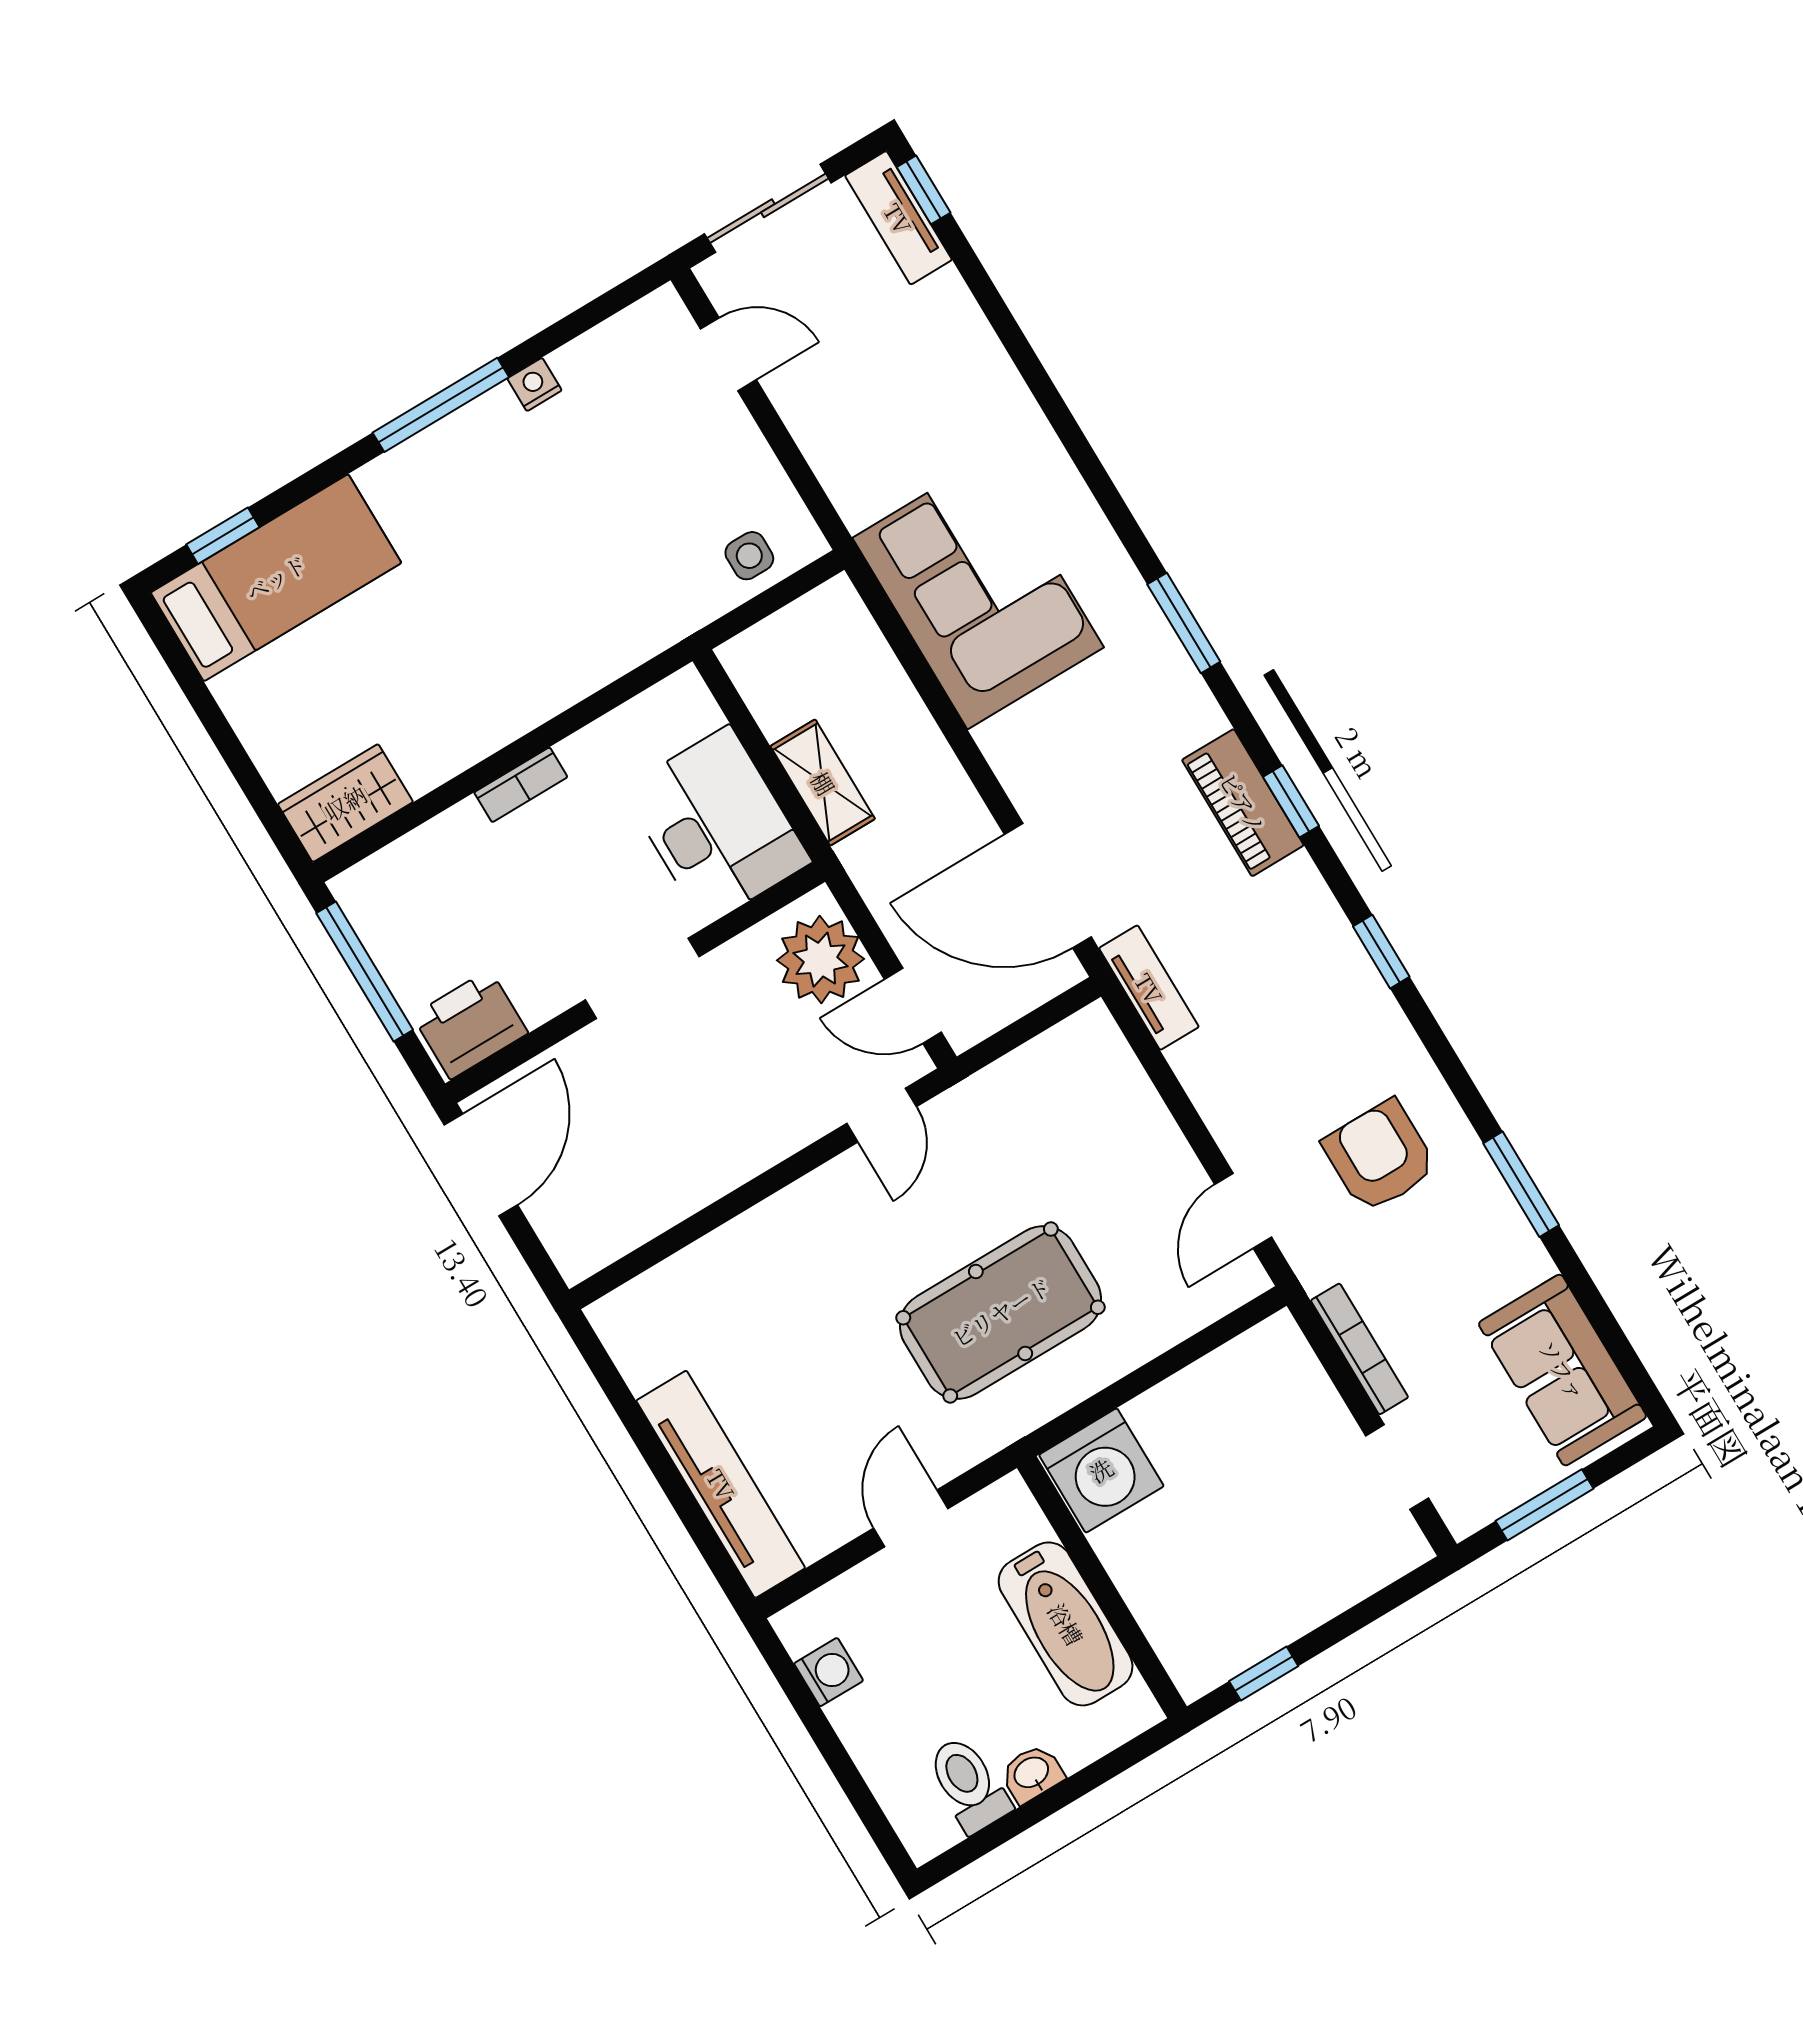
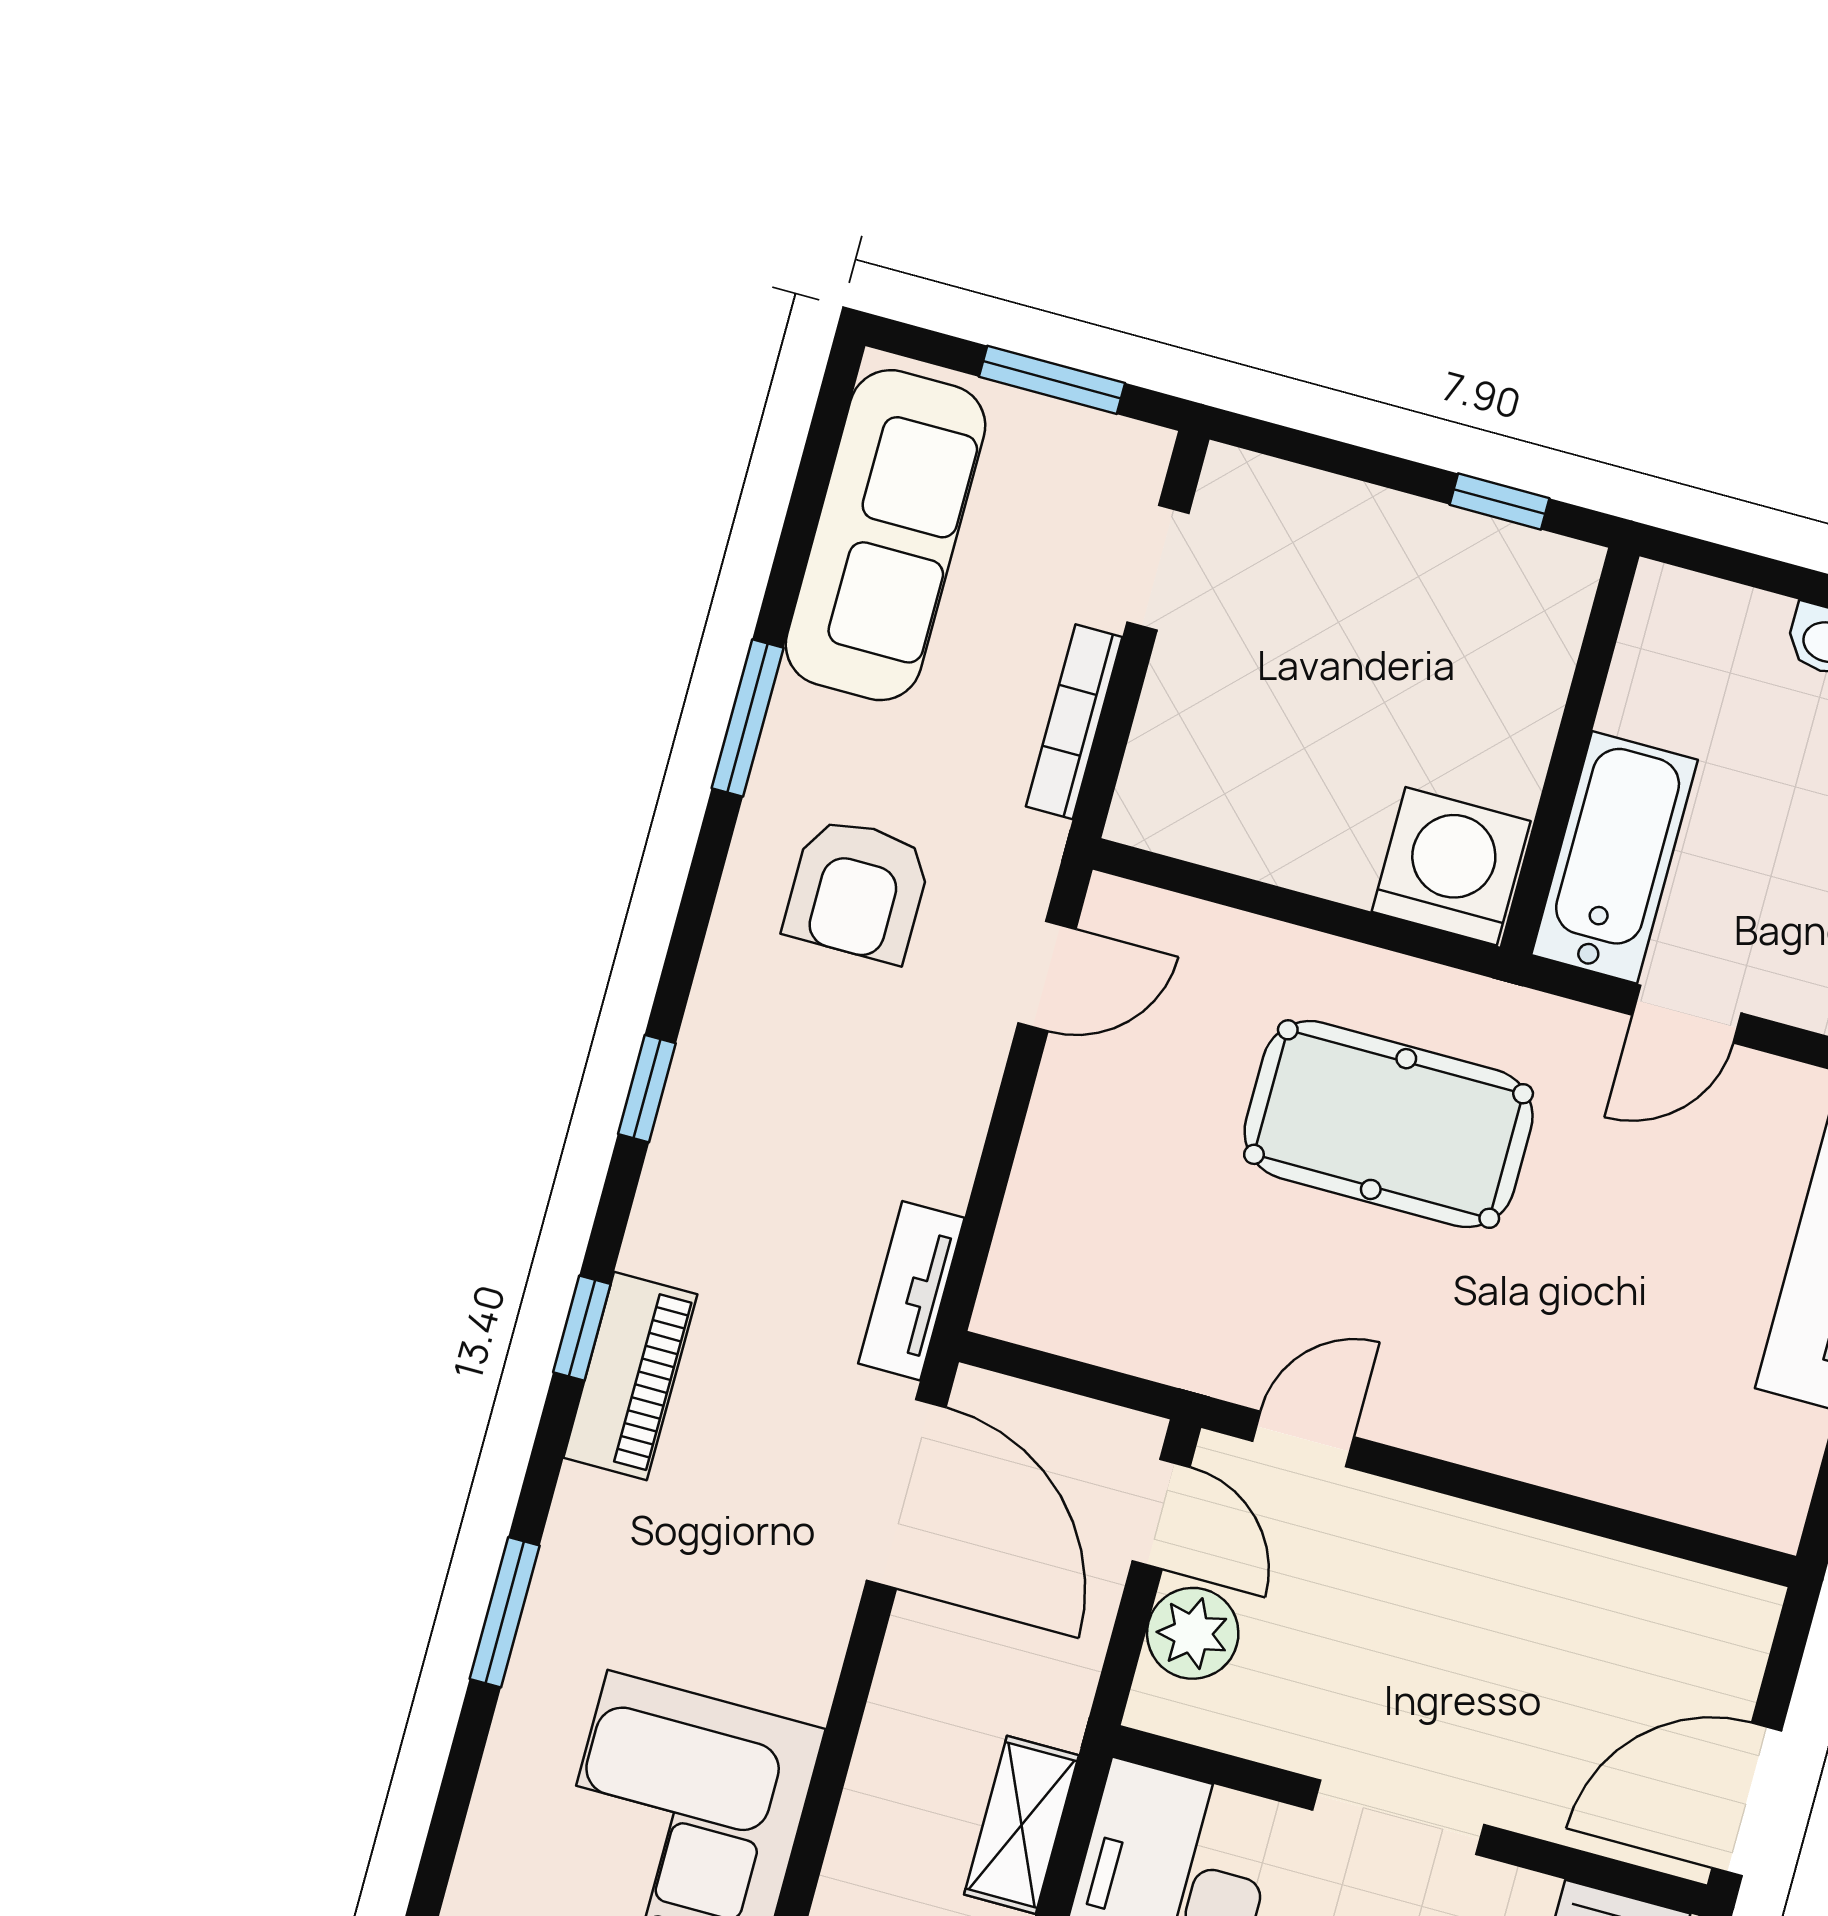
plant: (821, 960) -> (1193, 1633), width x0.73, depth x0.73
sofa: (1562, 1370) -> (886, 535), width x1.36
bathtub: (1066, 1624) -> (1614, 857), moved

